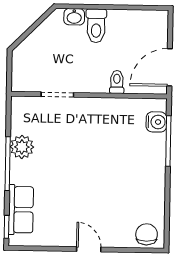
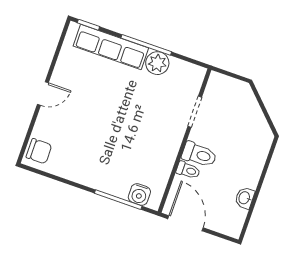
washbasin: (74, 17) -> (245, 198), moved
toilet: (96, 26) -> (199, 155), moved, turned 180
row of seats: (21, 210) -> (111, 47), width x1.48

